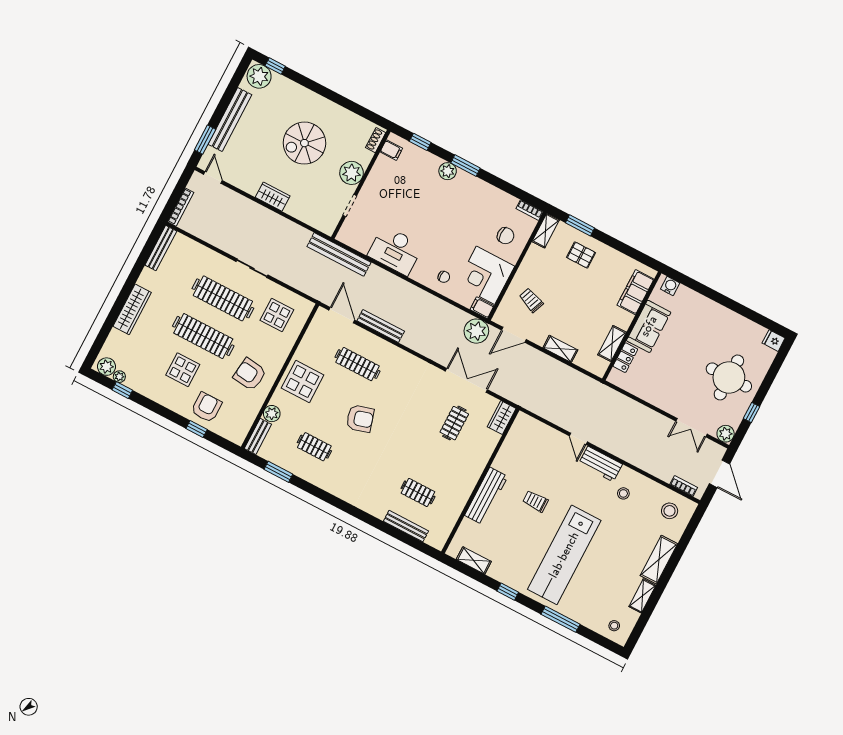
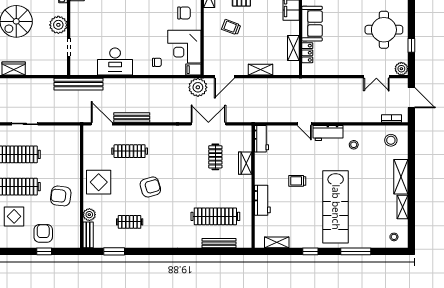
trolley: (531, 300) -> (231, 27), moved
display table: (277, 315) -> (58, 147), removed
wardrobe: (502, 418) -> (245, 163), moved
workbench: (519, 430) -> (261, 139), added
clothes rail: (418, 492) -> (215, 216), width x1.86, depth x1.31
workbench: (486, 496) -> (262, 200), width x0.73

